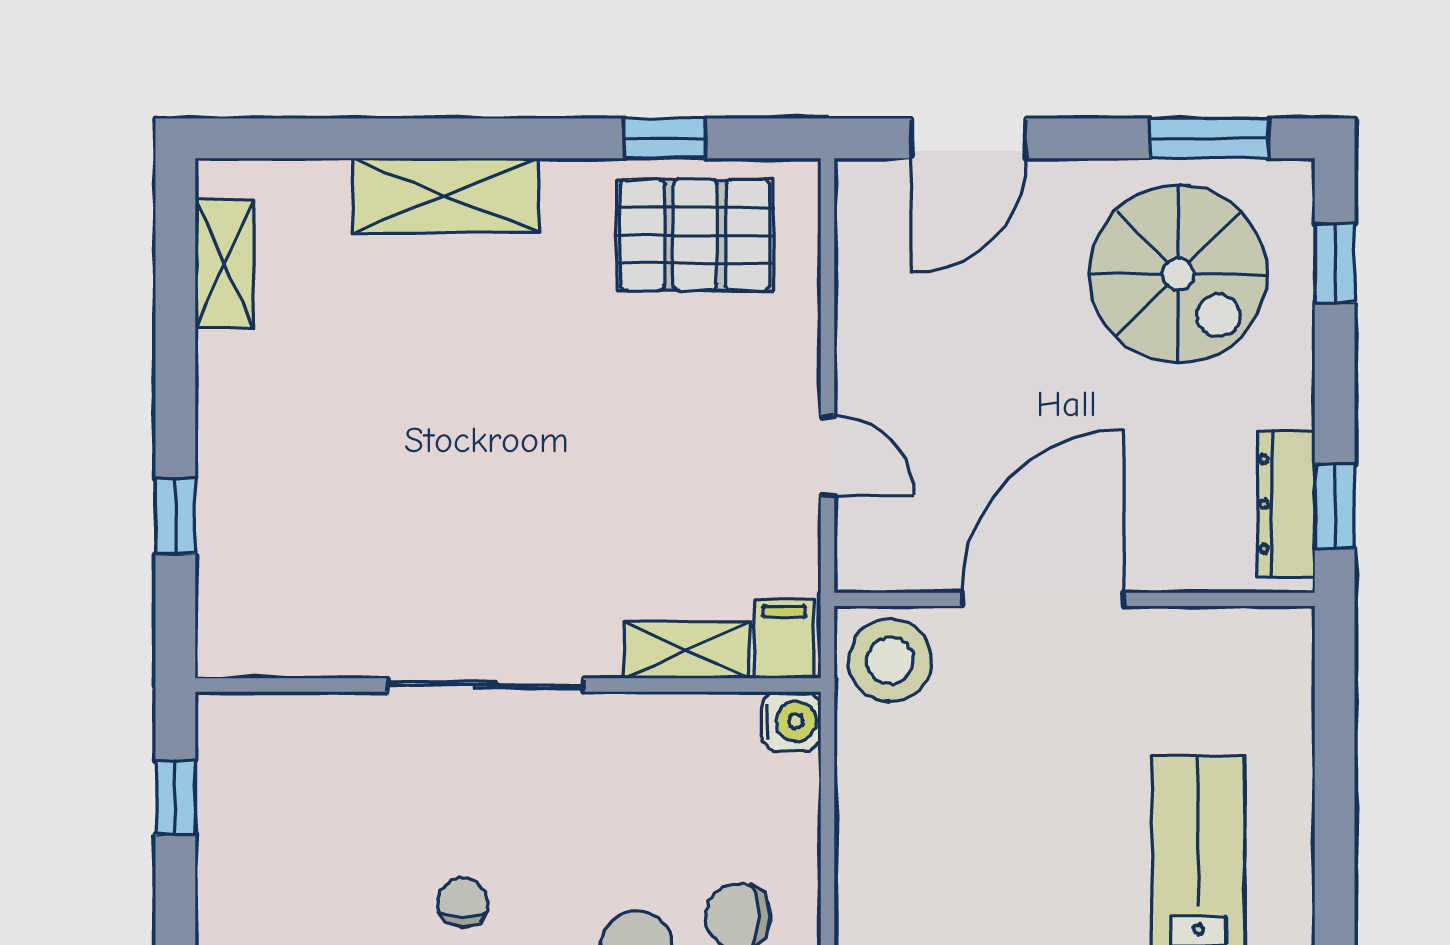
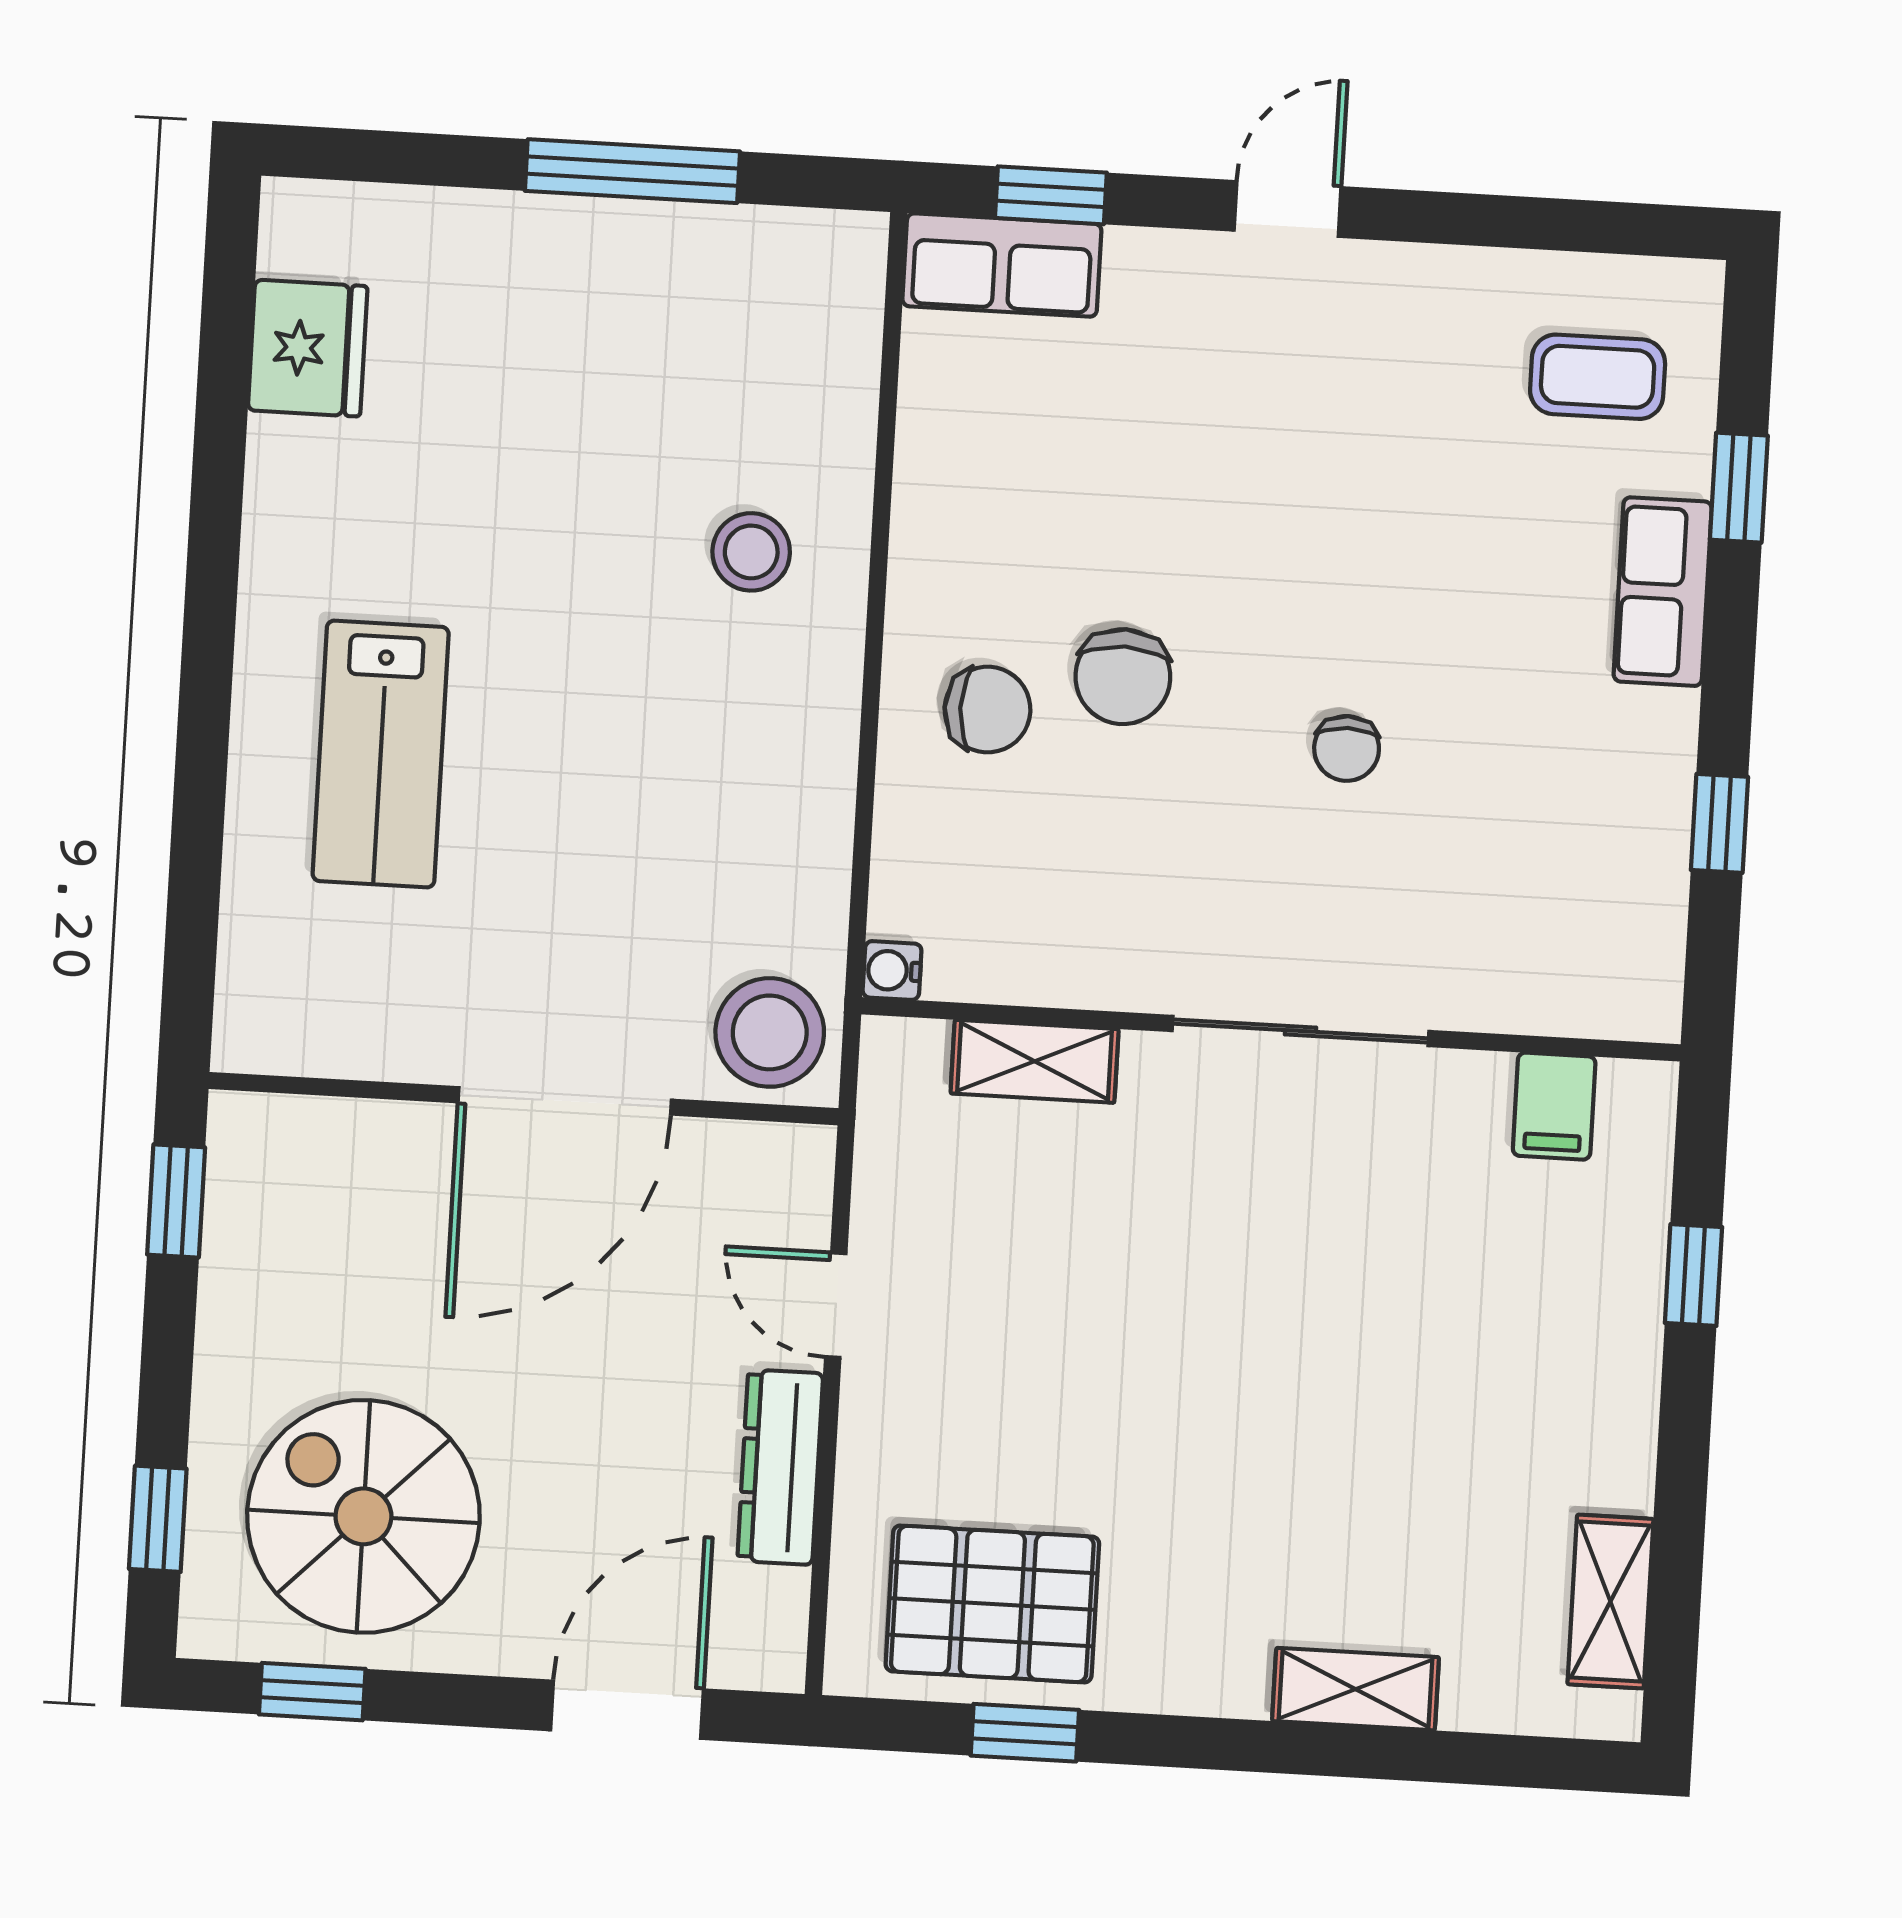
window: (1209, 138) -> (312, 1692), width x0.67
shelving: (446, 195) -> (1356, 1689), width x0.67, depth x0.75
dresser: (1286, 504) -> (780, 1467), moved, turned 180
filing cabinet: (784, 639) -> (1554, 1106), moved
water cooler: (791, 721) -> (892, 971), width x0.72, depth x0.72
window: (175, 797) -> (1719, 823), moved

